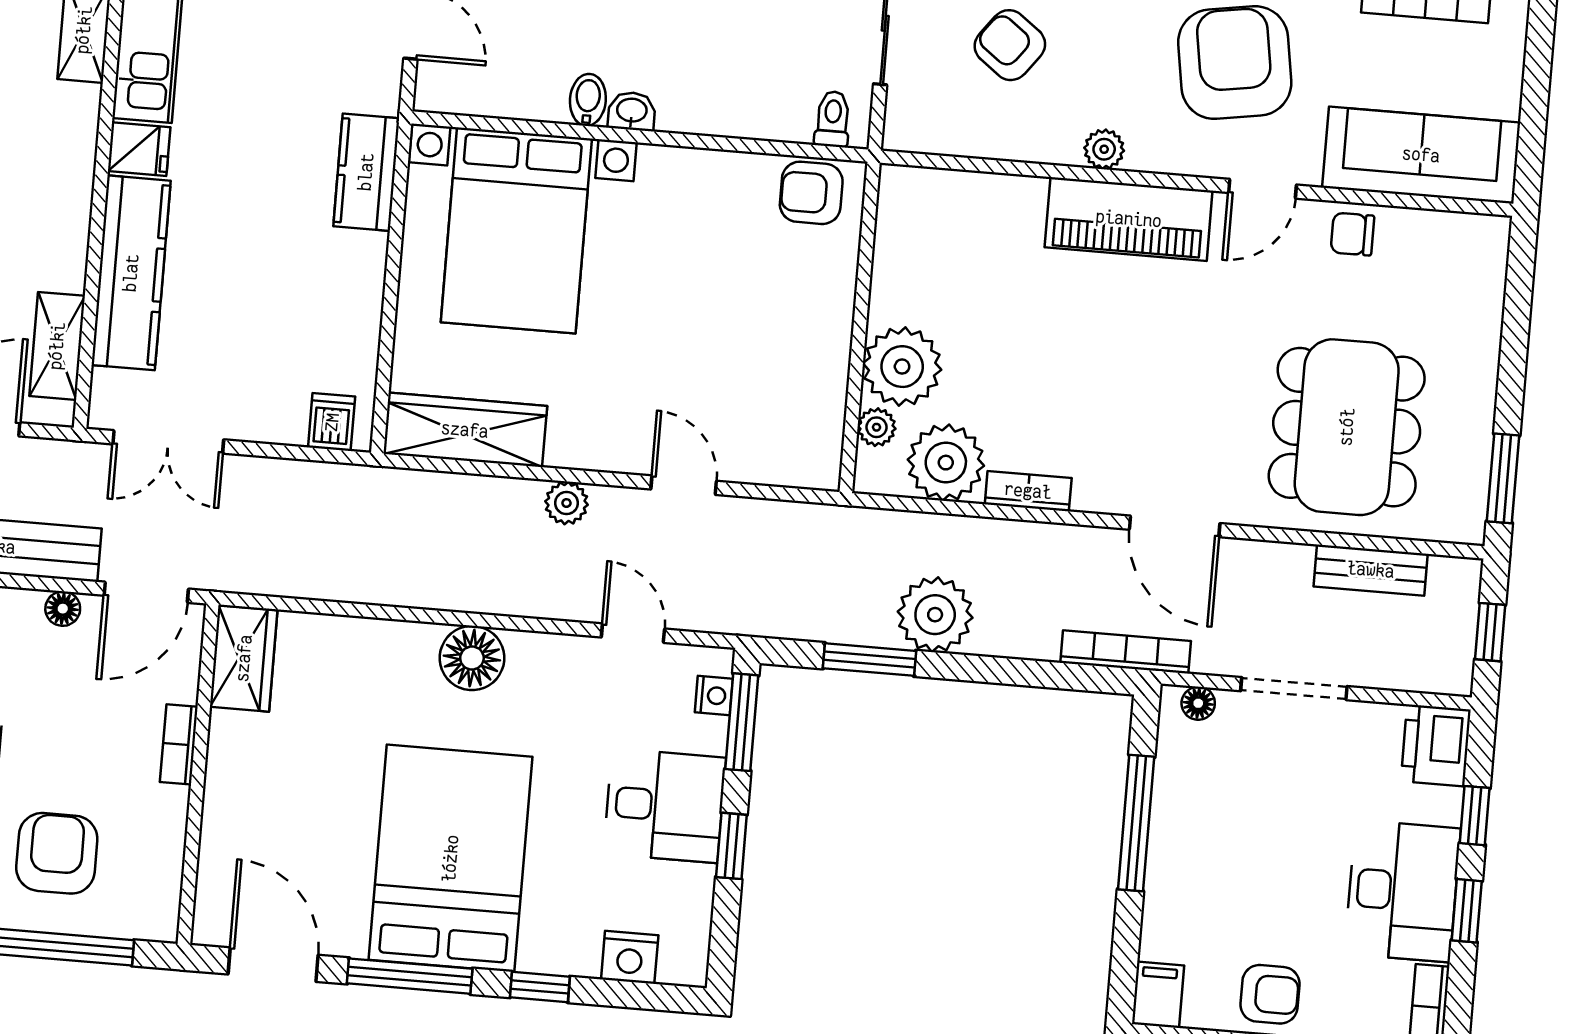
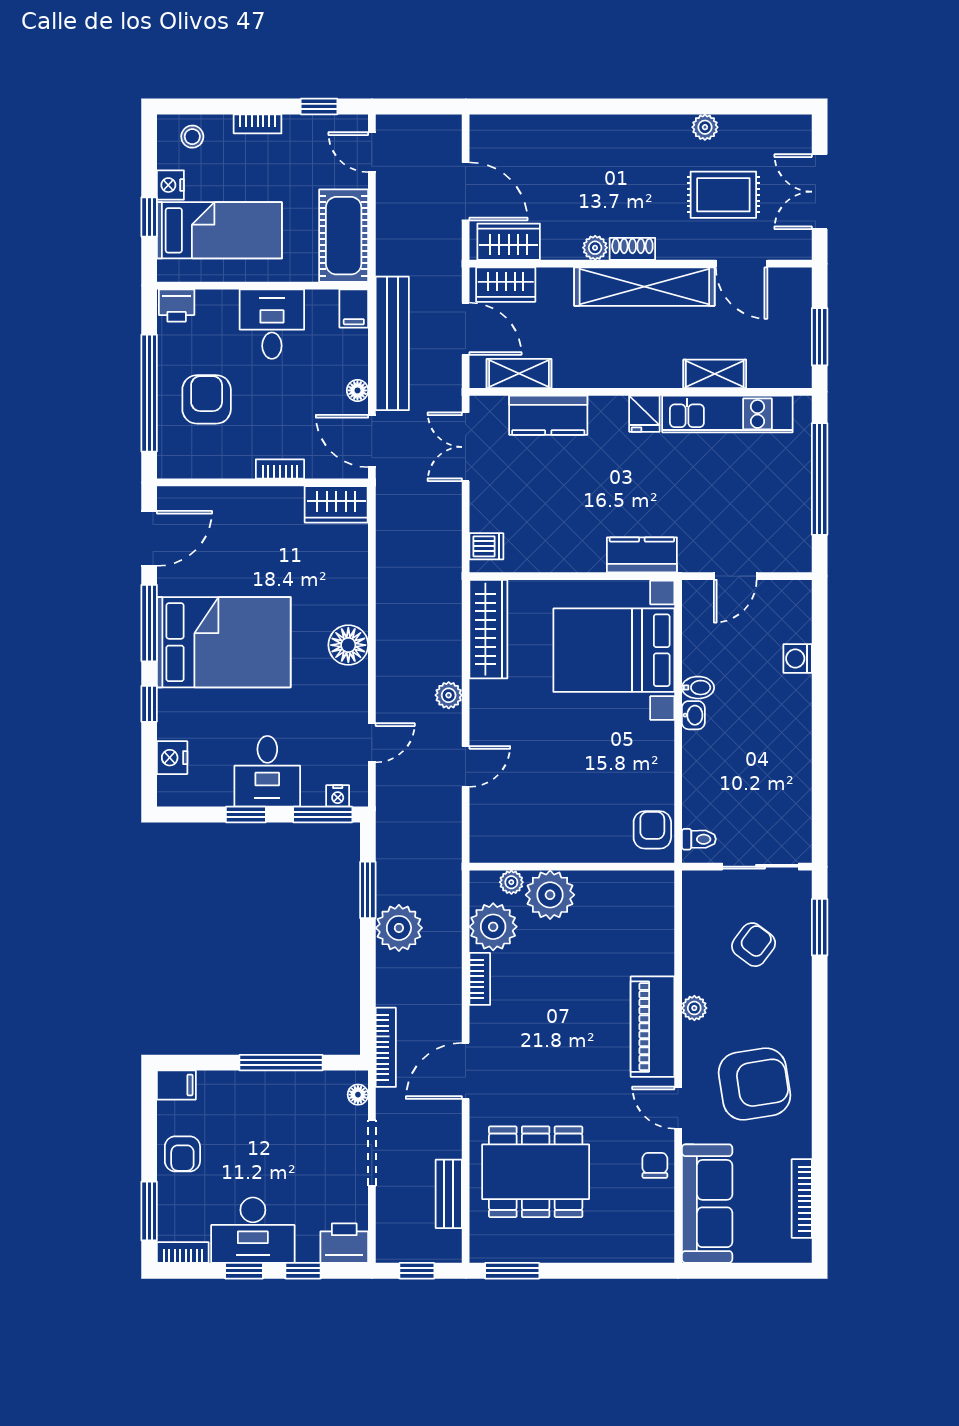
kitchen counter: (131, 273) -> (548, 415), width x0.67
armchair: (57, 853) -> (207, 399), turned -90

